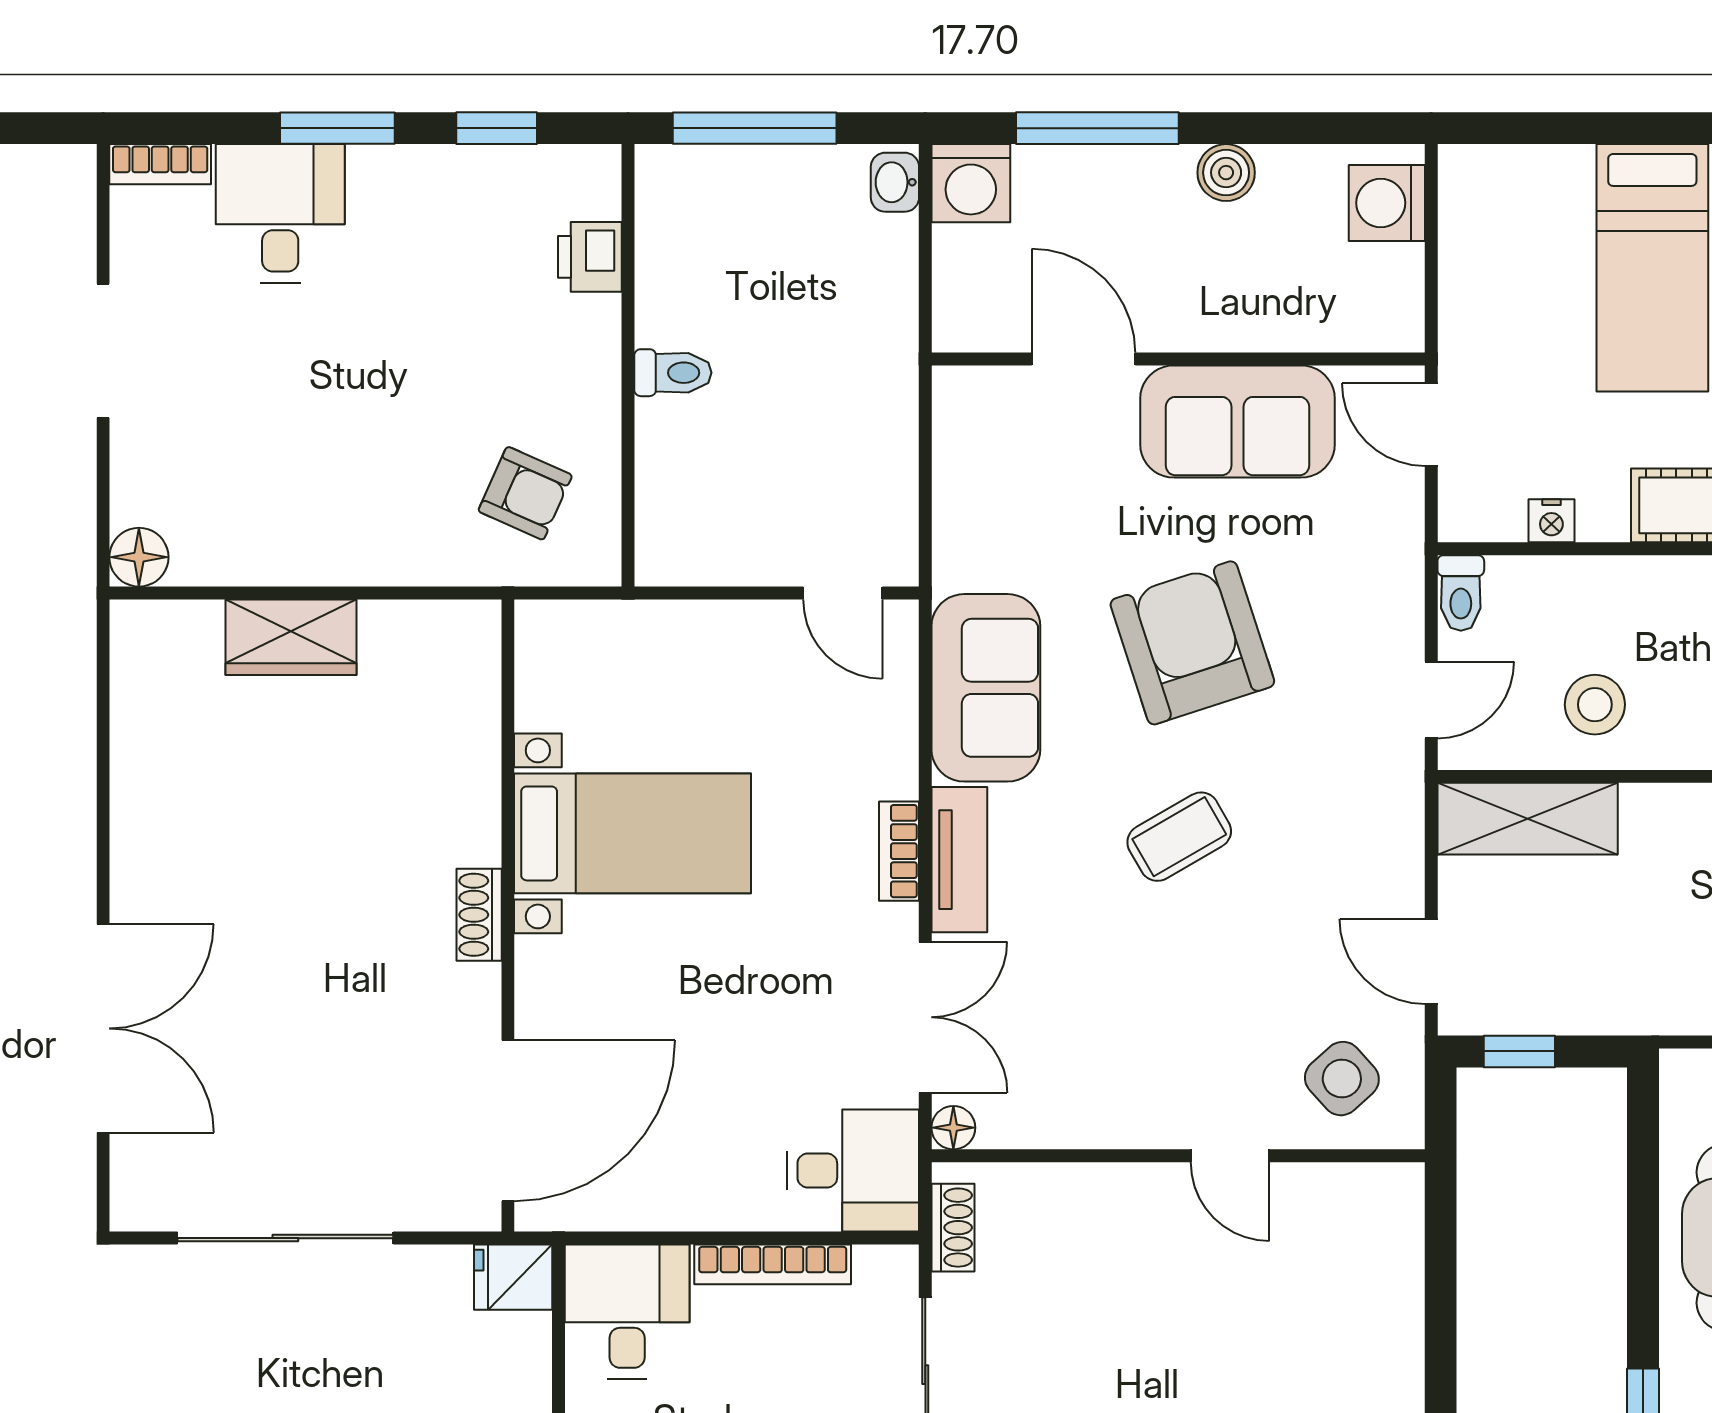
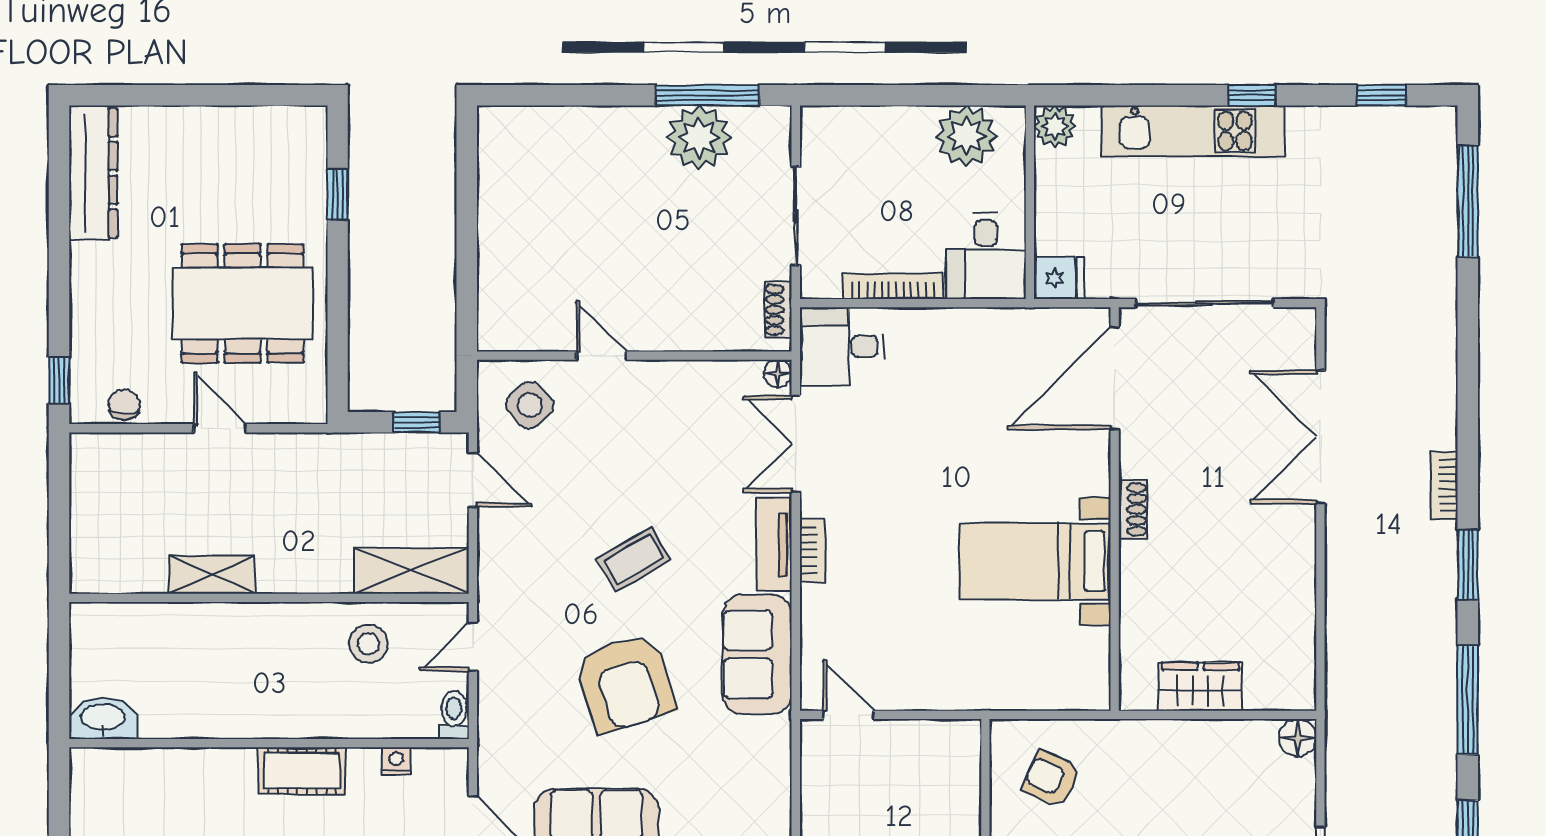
bed with nightstands: (633, 833) -> (1035, 561), moved
shoe rack: (479, 915) -> (1133, 509), moved
wall: (508, 915) -> (1115, 509), moved
door: (508, 1121) -> (1115, 378), moved

